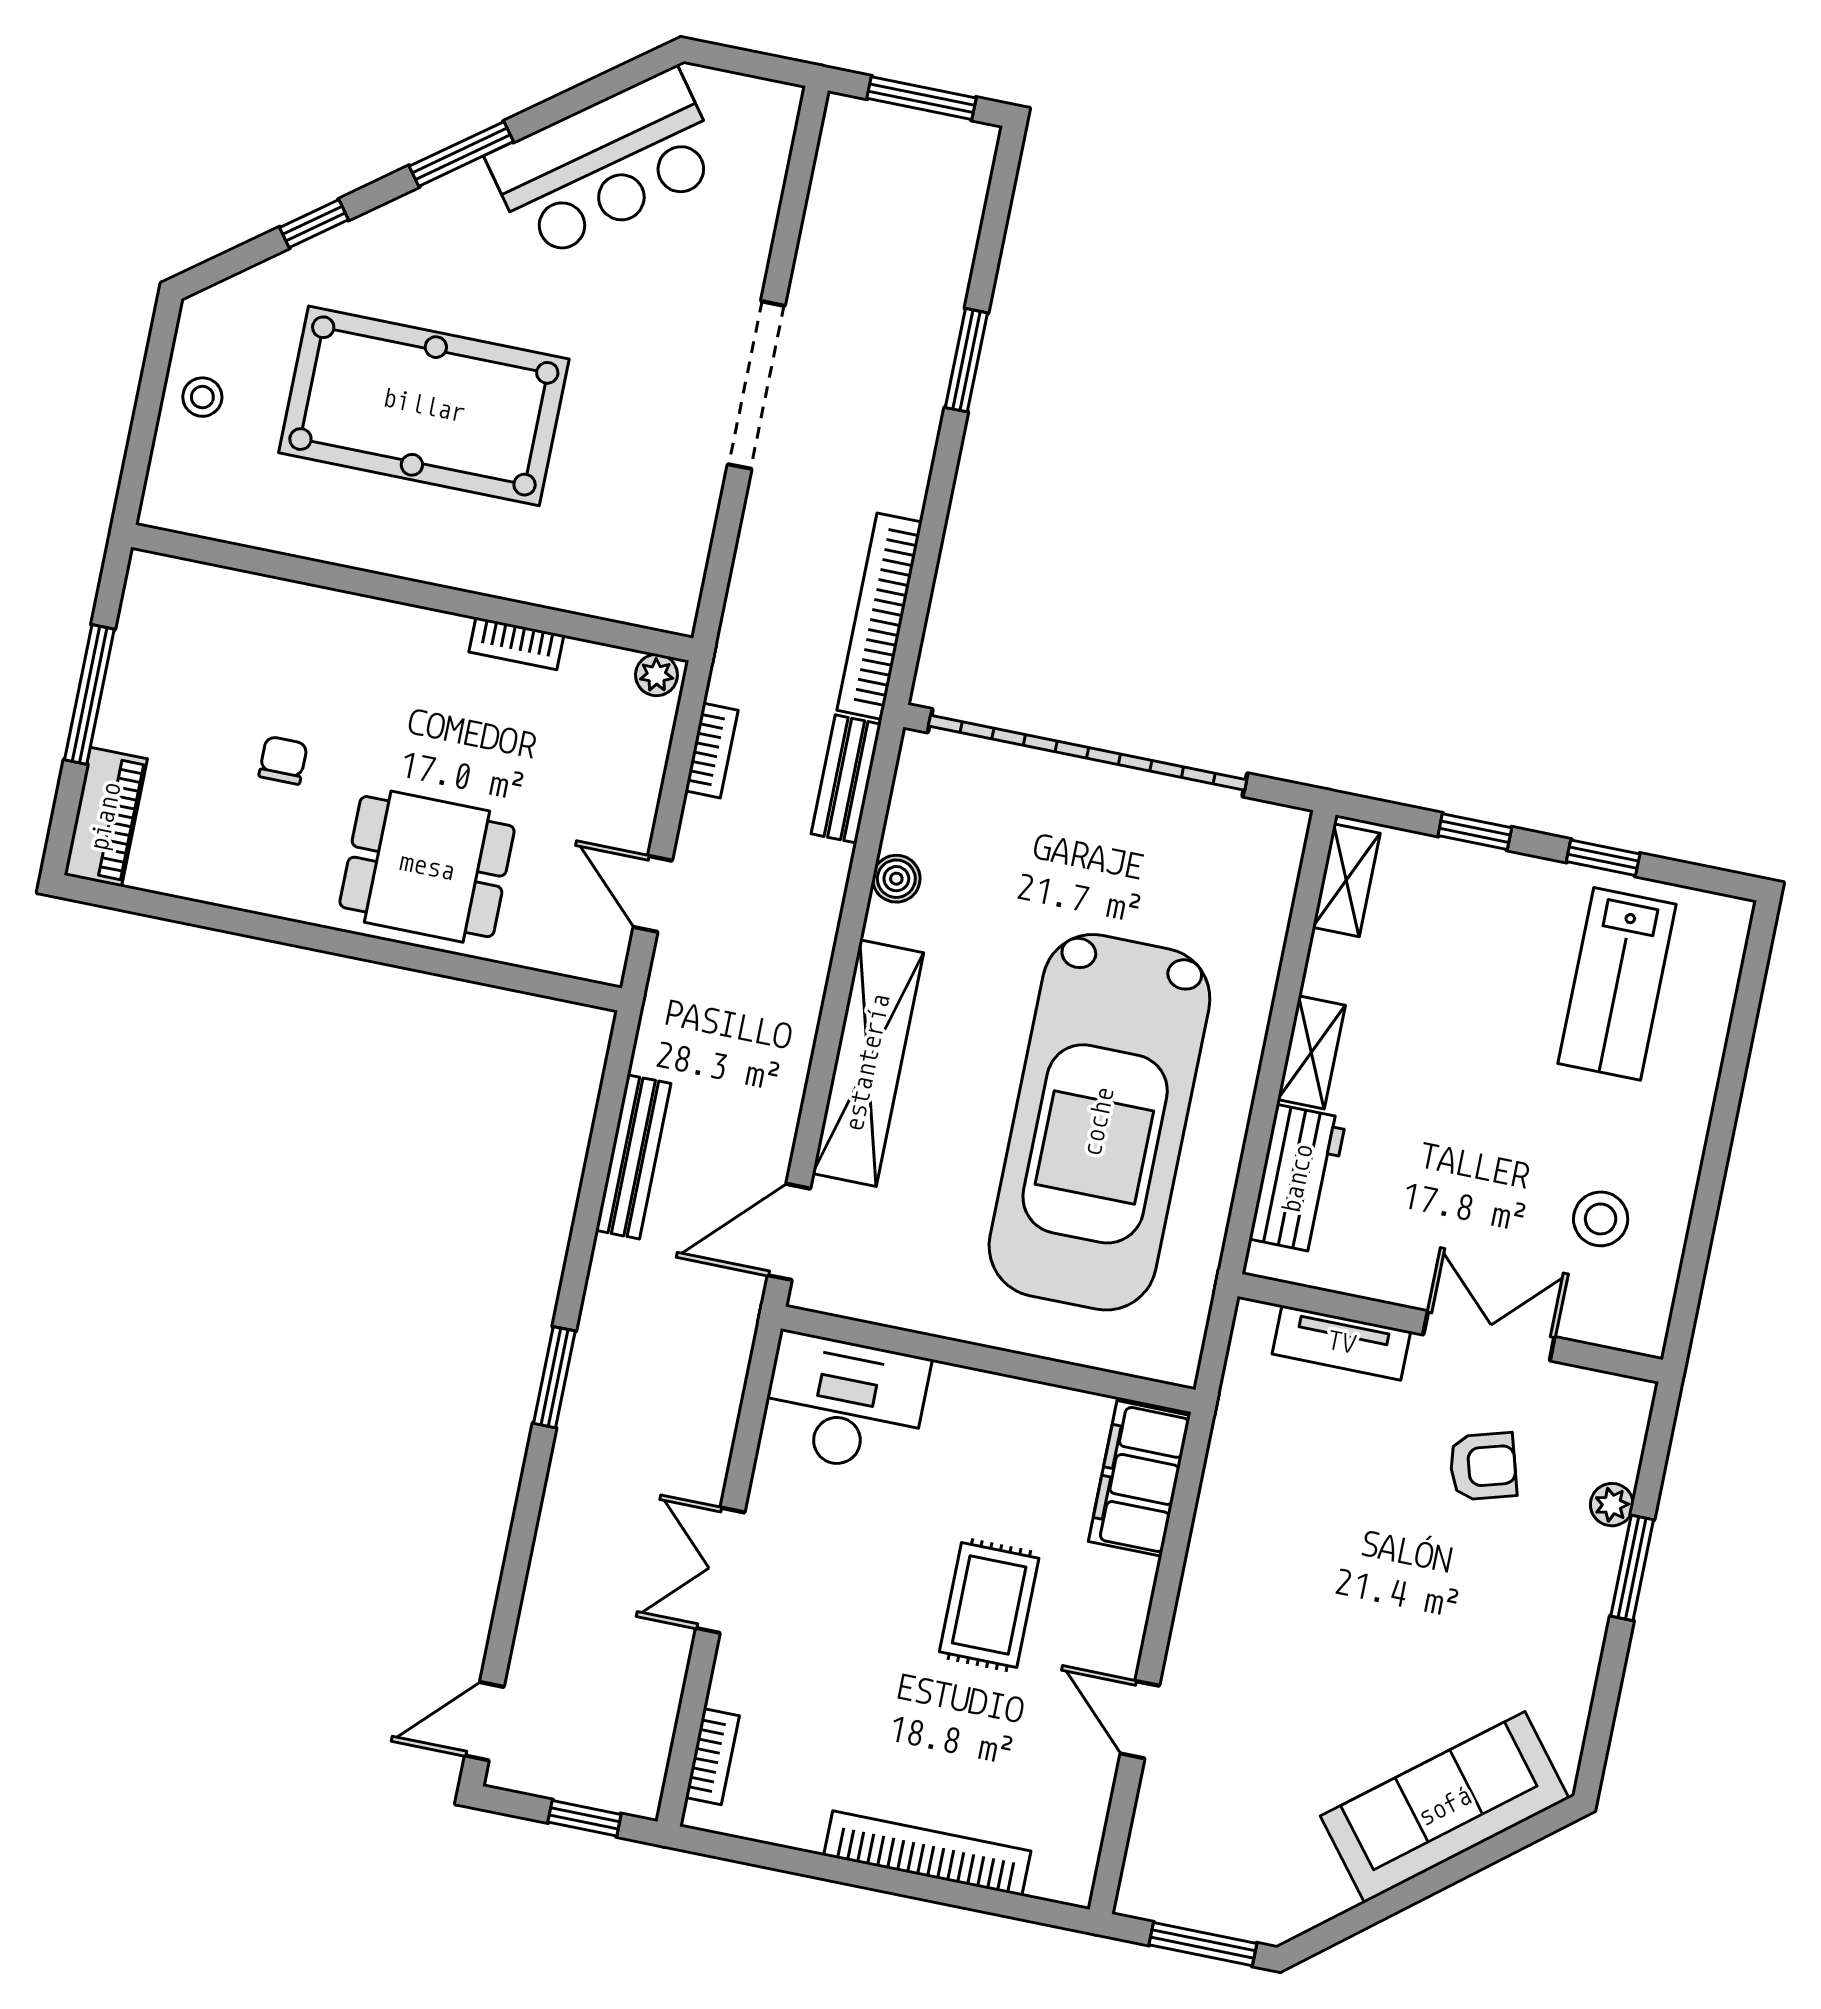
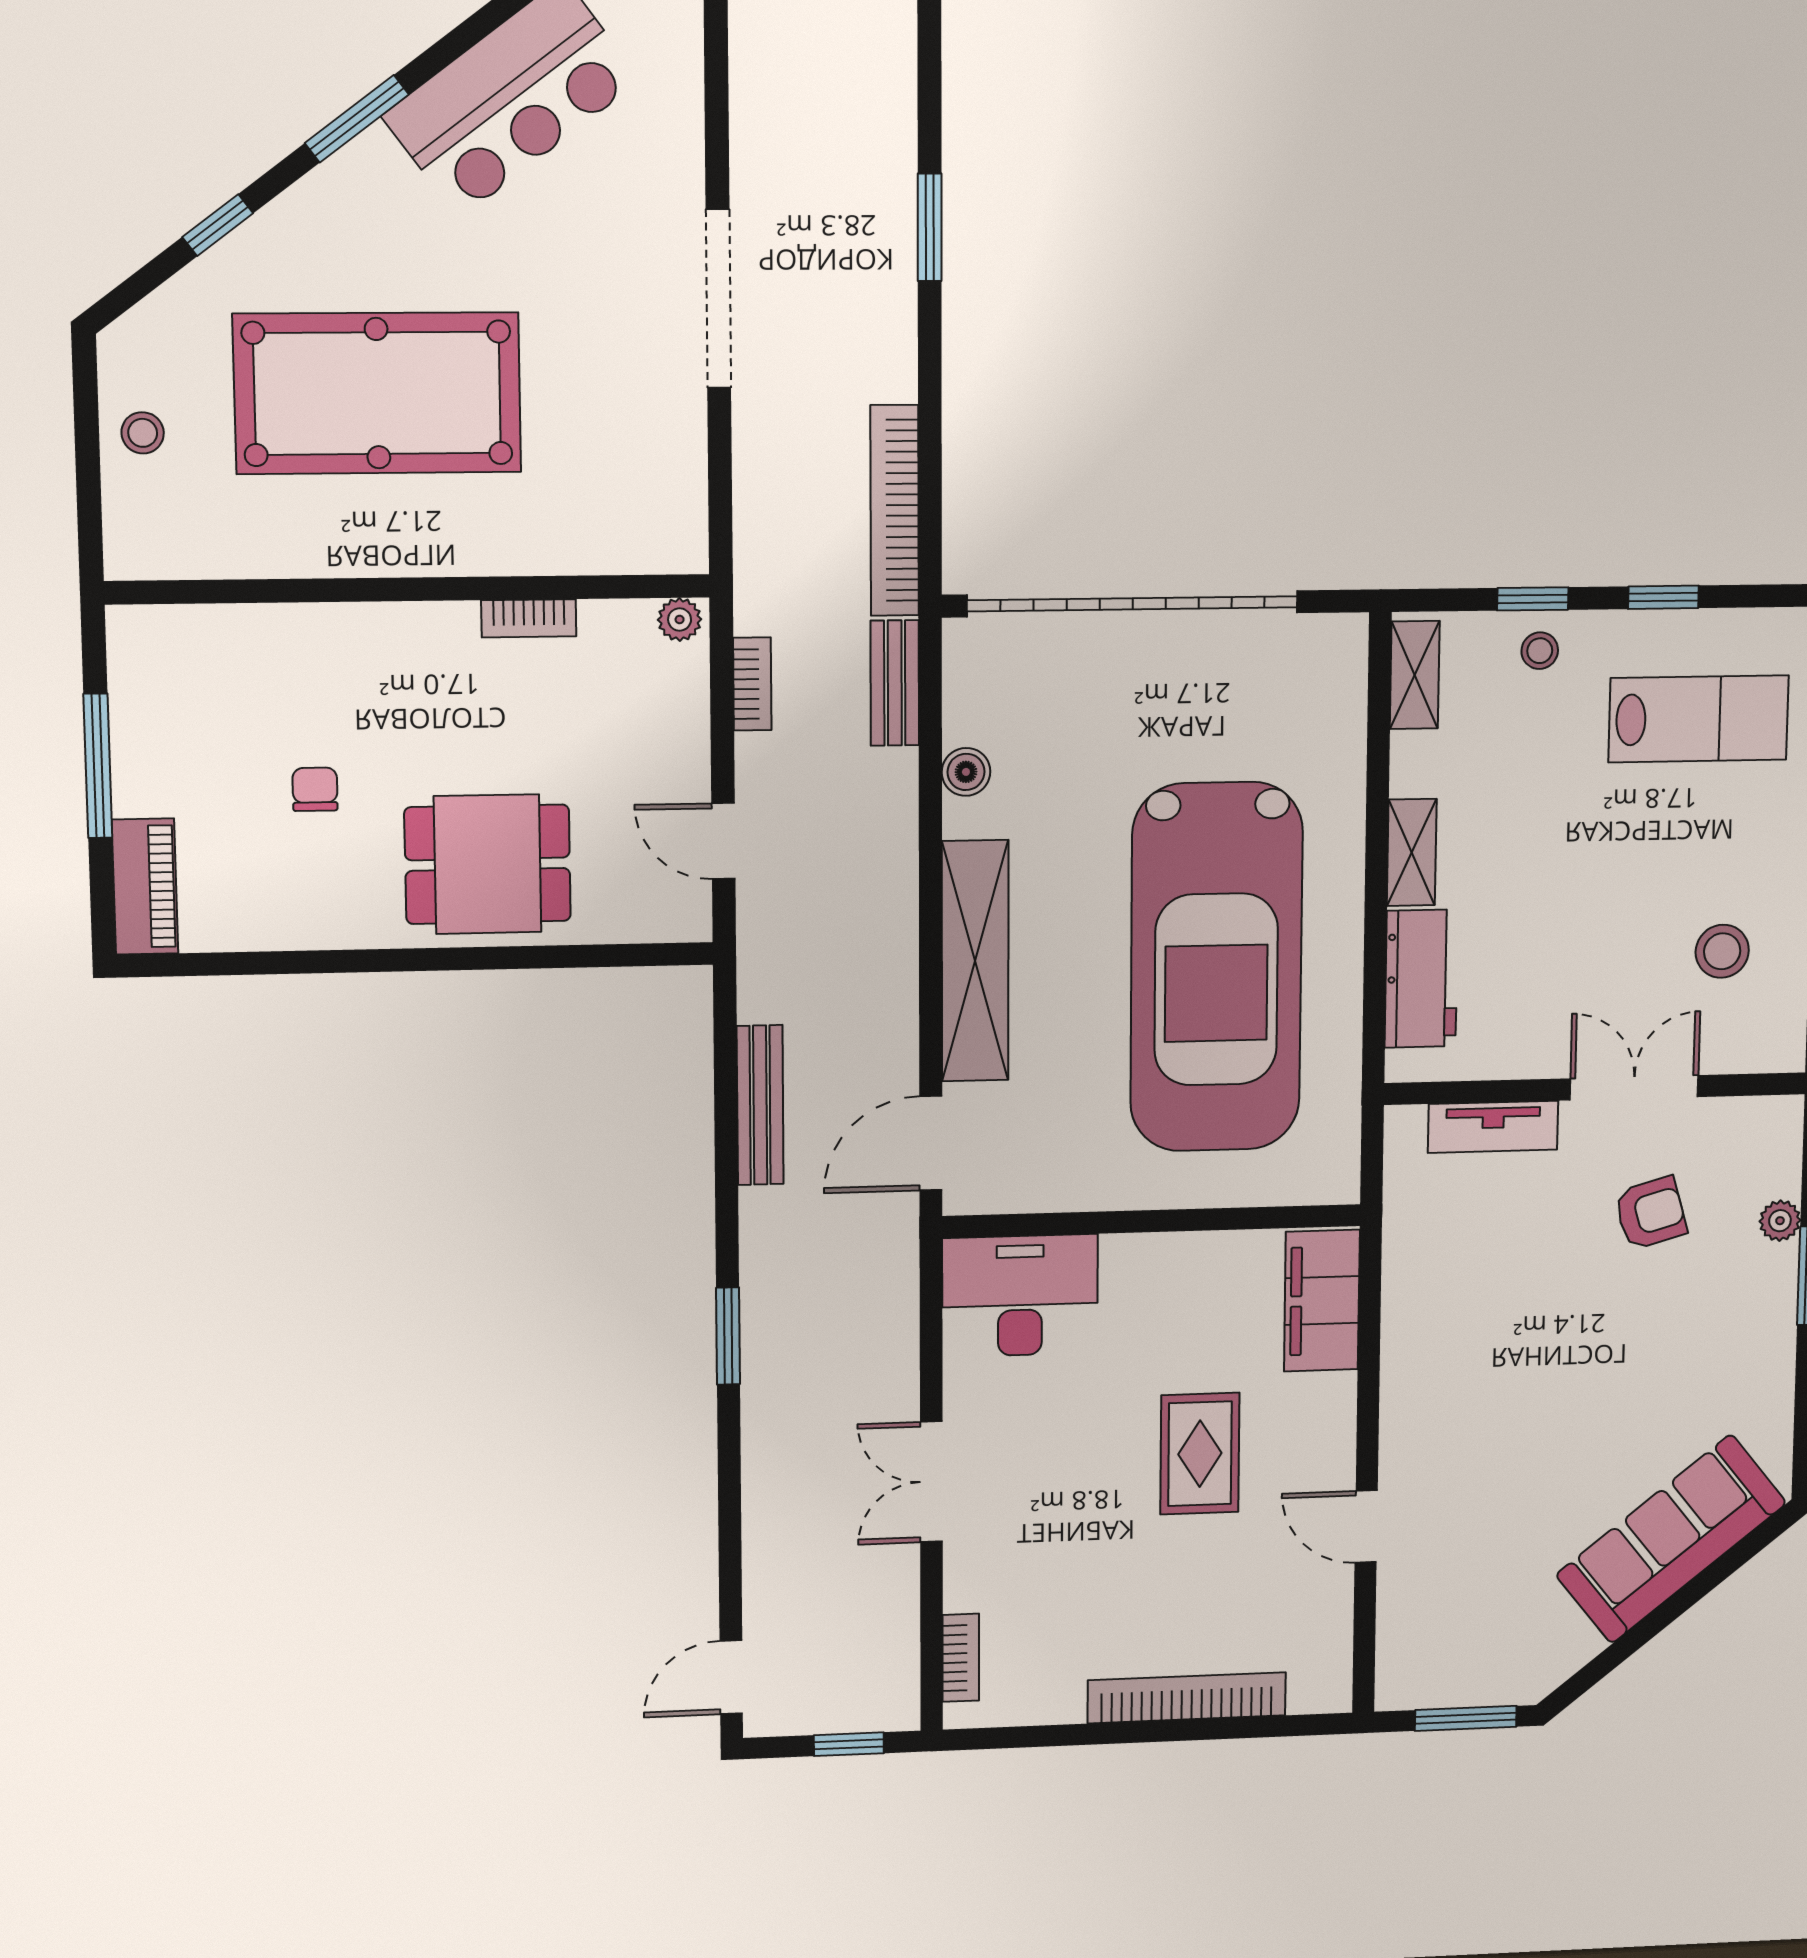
stool: (1473, 883) -> (1540, 651), added
lab bench: (1617, 984) -> (1699, 719), turned -90

